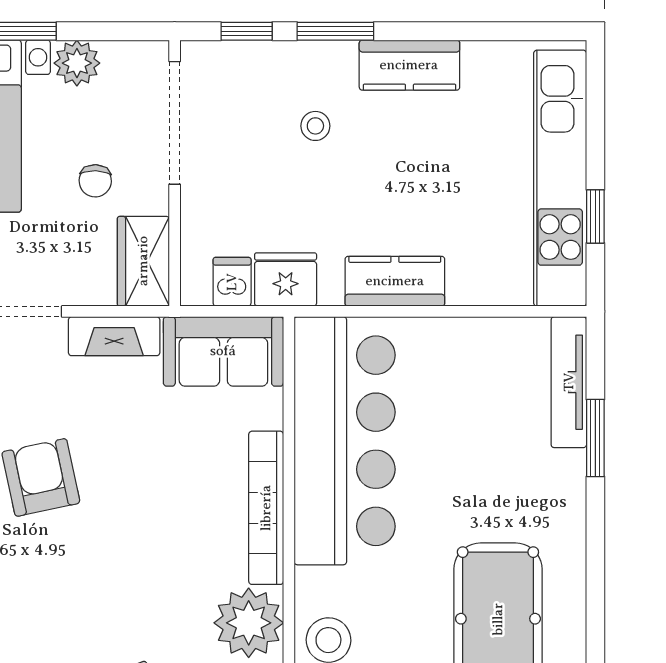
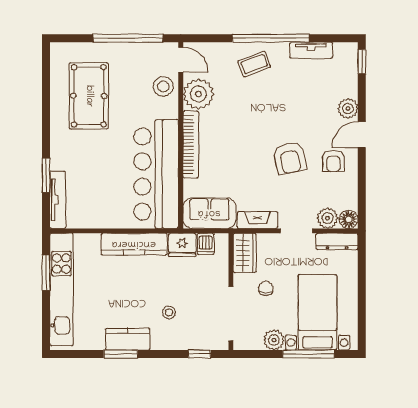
window: (335, 31) -> (121, 354), moved
window: (595, 216) -> (46, 273), width x1.50
kitchen counter: (395, 281) -> (134, 244), width x1.50

